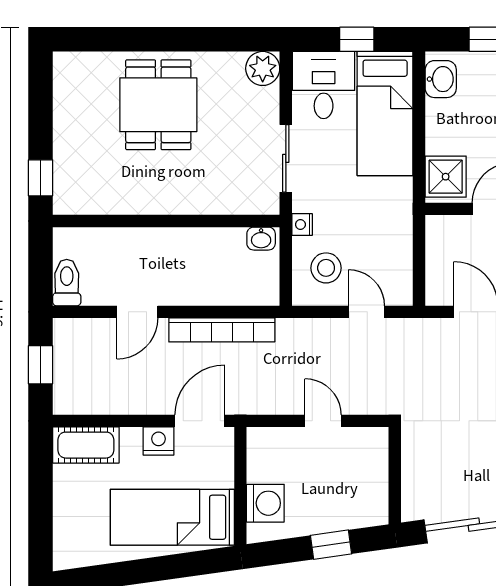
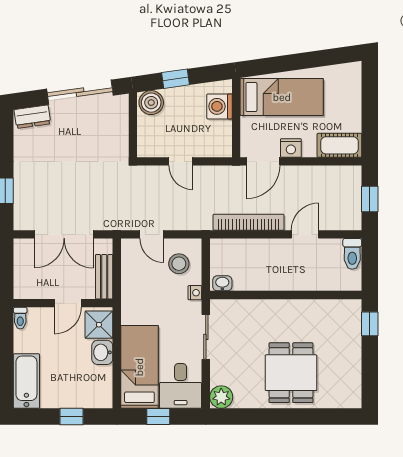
washbasin: (441, 79) -> (102, 352), moved
bench: (438, 248) -> (104, 277), added
boiler: (367, 509) -> (151, 103), added

